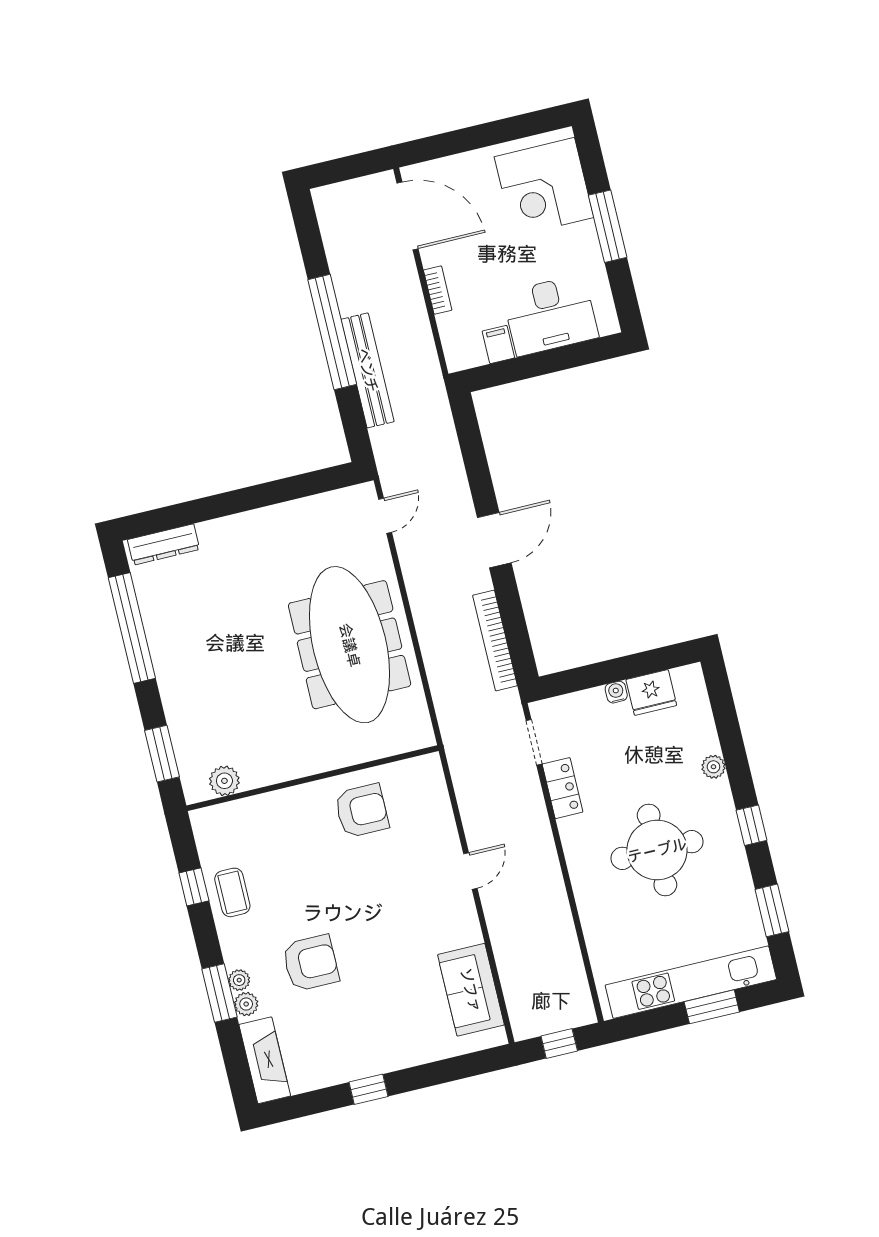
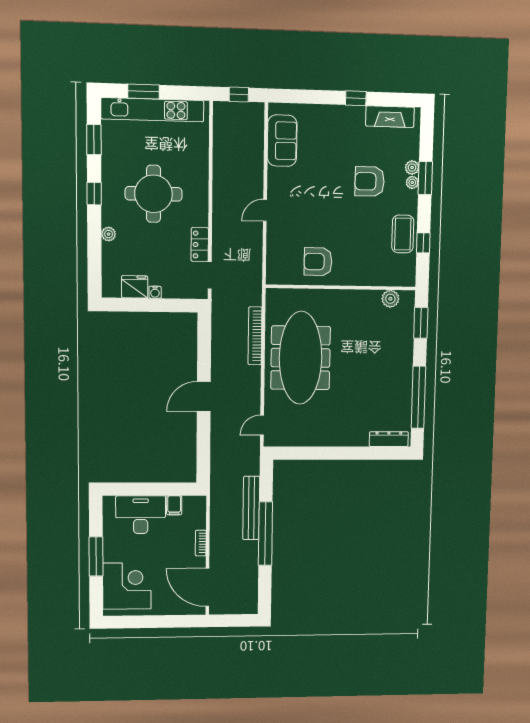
bookcase: (495, 640) -> (255, 336), moved, turned 180
coffee table: (232, 892) -> (403, 234), width x1.36, depth x1.30
fireplace: (265, 1060) -> (390, 117), moved, turned -90

